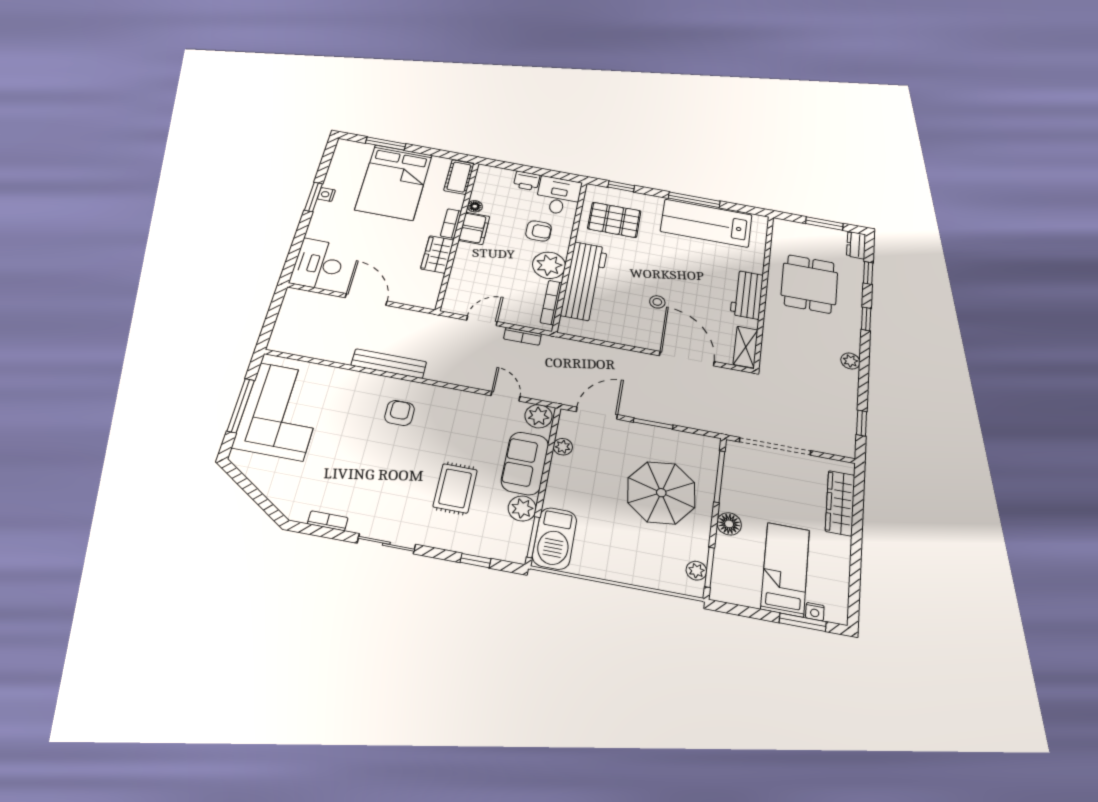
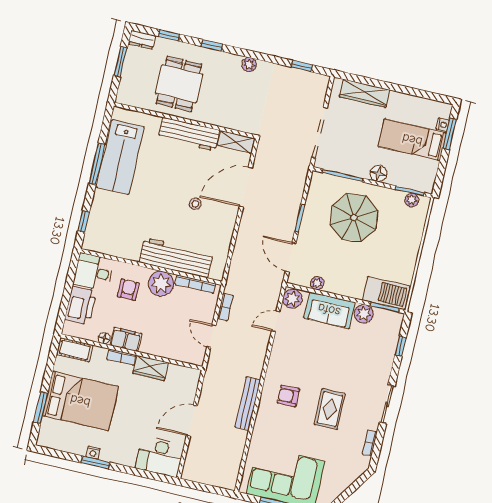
printer: (527, 181) -> (81, 305), width x1.87, depth x1.48
pallet: (614, 220) -> (117, 230), removed
dining table: (809, 284) -> (179, 84), turned 90
workbench: (747, 295) -> (189, 134), width x1.38
rug: (455, 488) -> (330, 409), moved, turned 90

